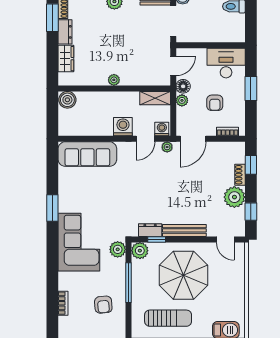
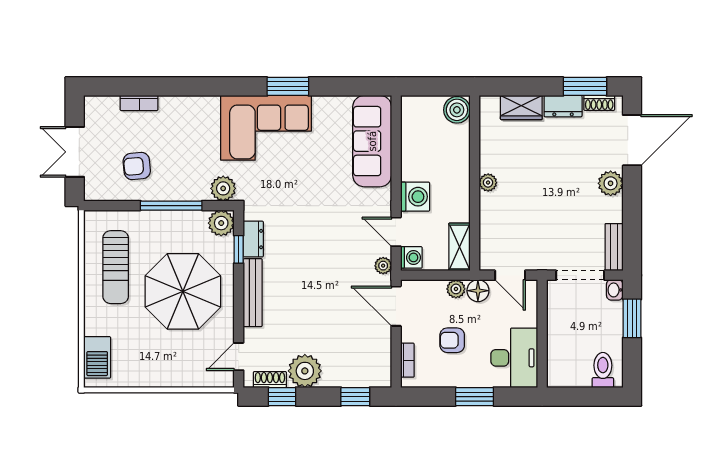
shoe rack: (240, 175) -> (270, 380), moved
corner sofa: (79, 242) -> (266, 128), moved

